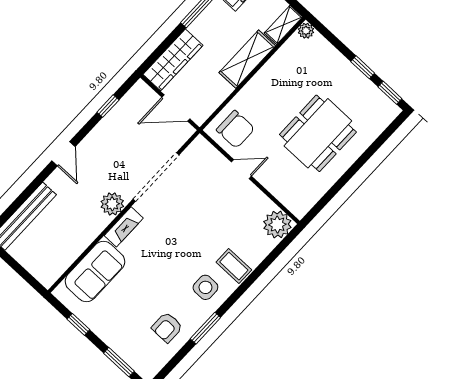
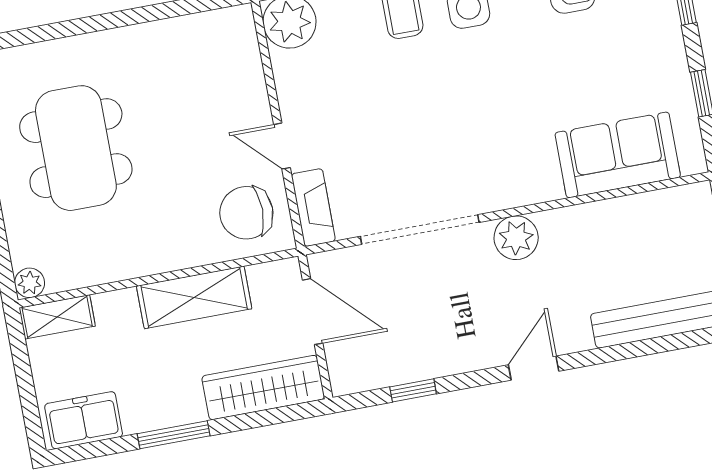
shelving: (247, 59) -> (194, 297), moved
chair: (235, 129) -> (246, 213), turned -90
dining table: (318, 133) -> (76, 148), moved, turned 90
fireplace: (124, 227) -> (313, 208), moved, turned 90

